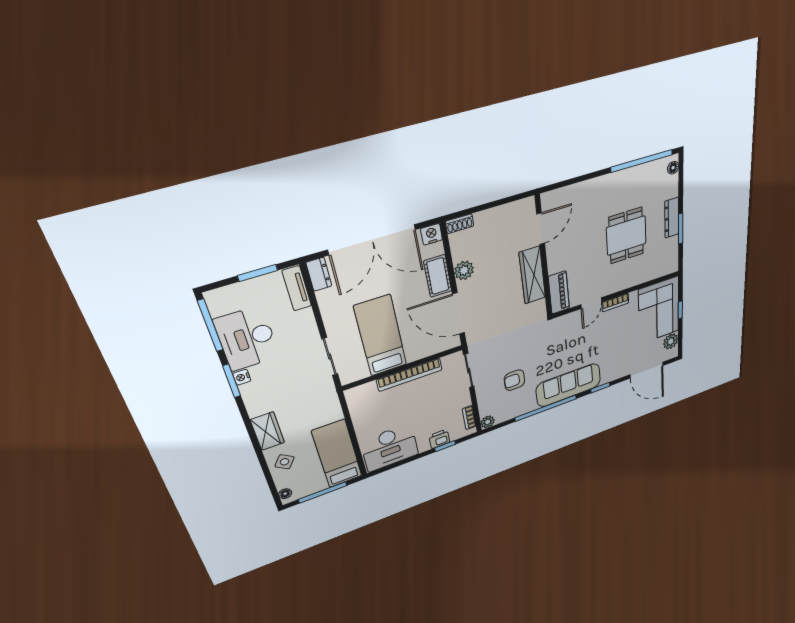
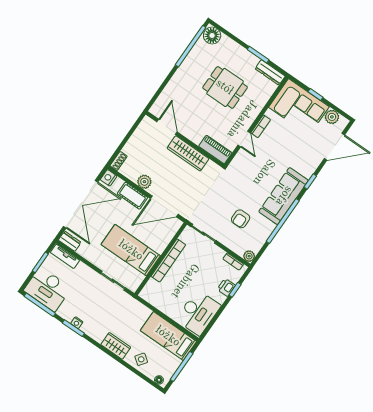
floor lamp: (673, 168) -> (212, 35), width x1.89, depth x1.89
dresser: (672, 218) -> (270, 72), moved
desk: (247, 338) -> (47, 289), moved

